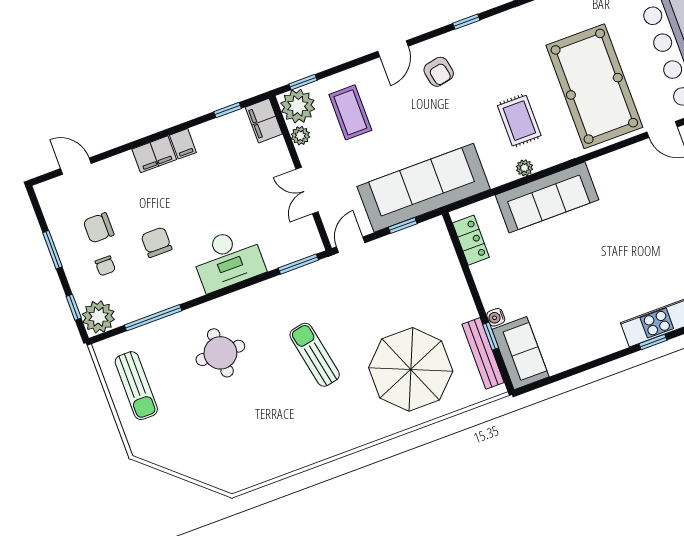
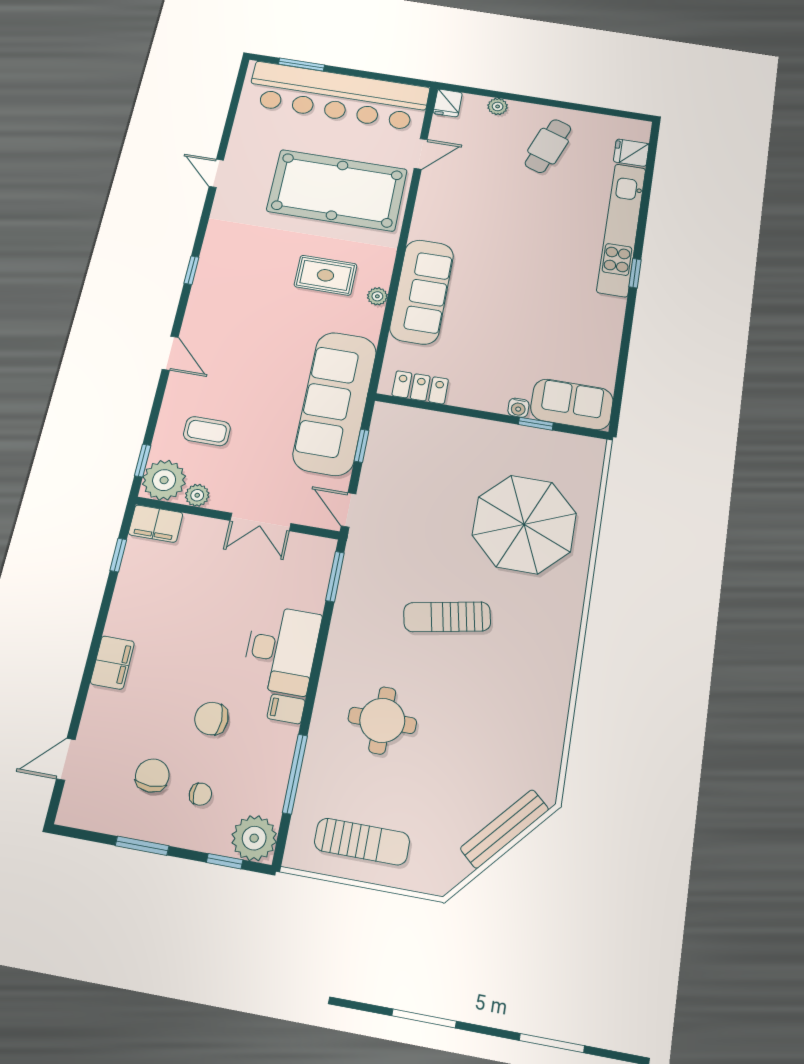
armchair: (439, 72) -> (224, 323), removed
coffee table: (350, 112) -> (207, 431), width x0.73, depth x0.77
filing cabinet: (183, 144) -> (286, 709), moved, turned 180
chair: (99, 228) -> (152, 776), turned 180
bench: (483, 353) -> (505, 829), moved, turned -49

